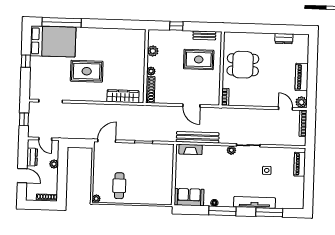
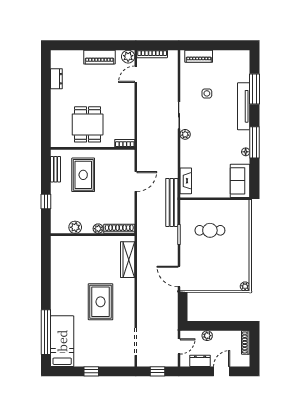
bed: (53, 41) -> (62, 341), width x0.67
bench: (198, 137) -> (172, 202), moved
cafe table: (119, 186) -> (210, 230), moved

